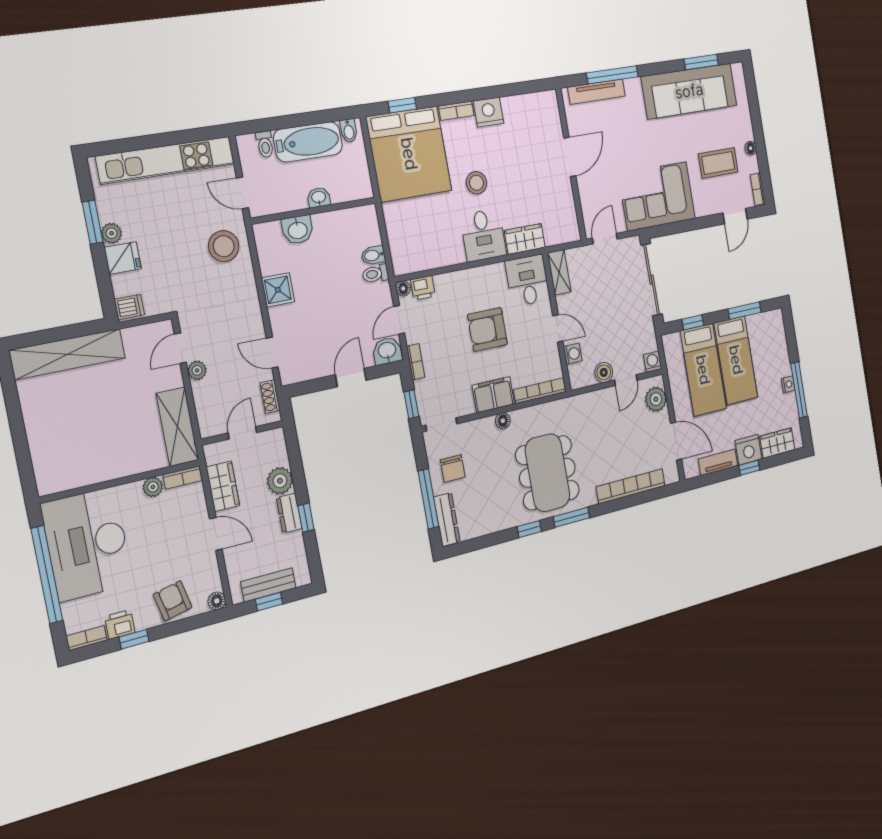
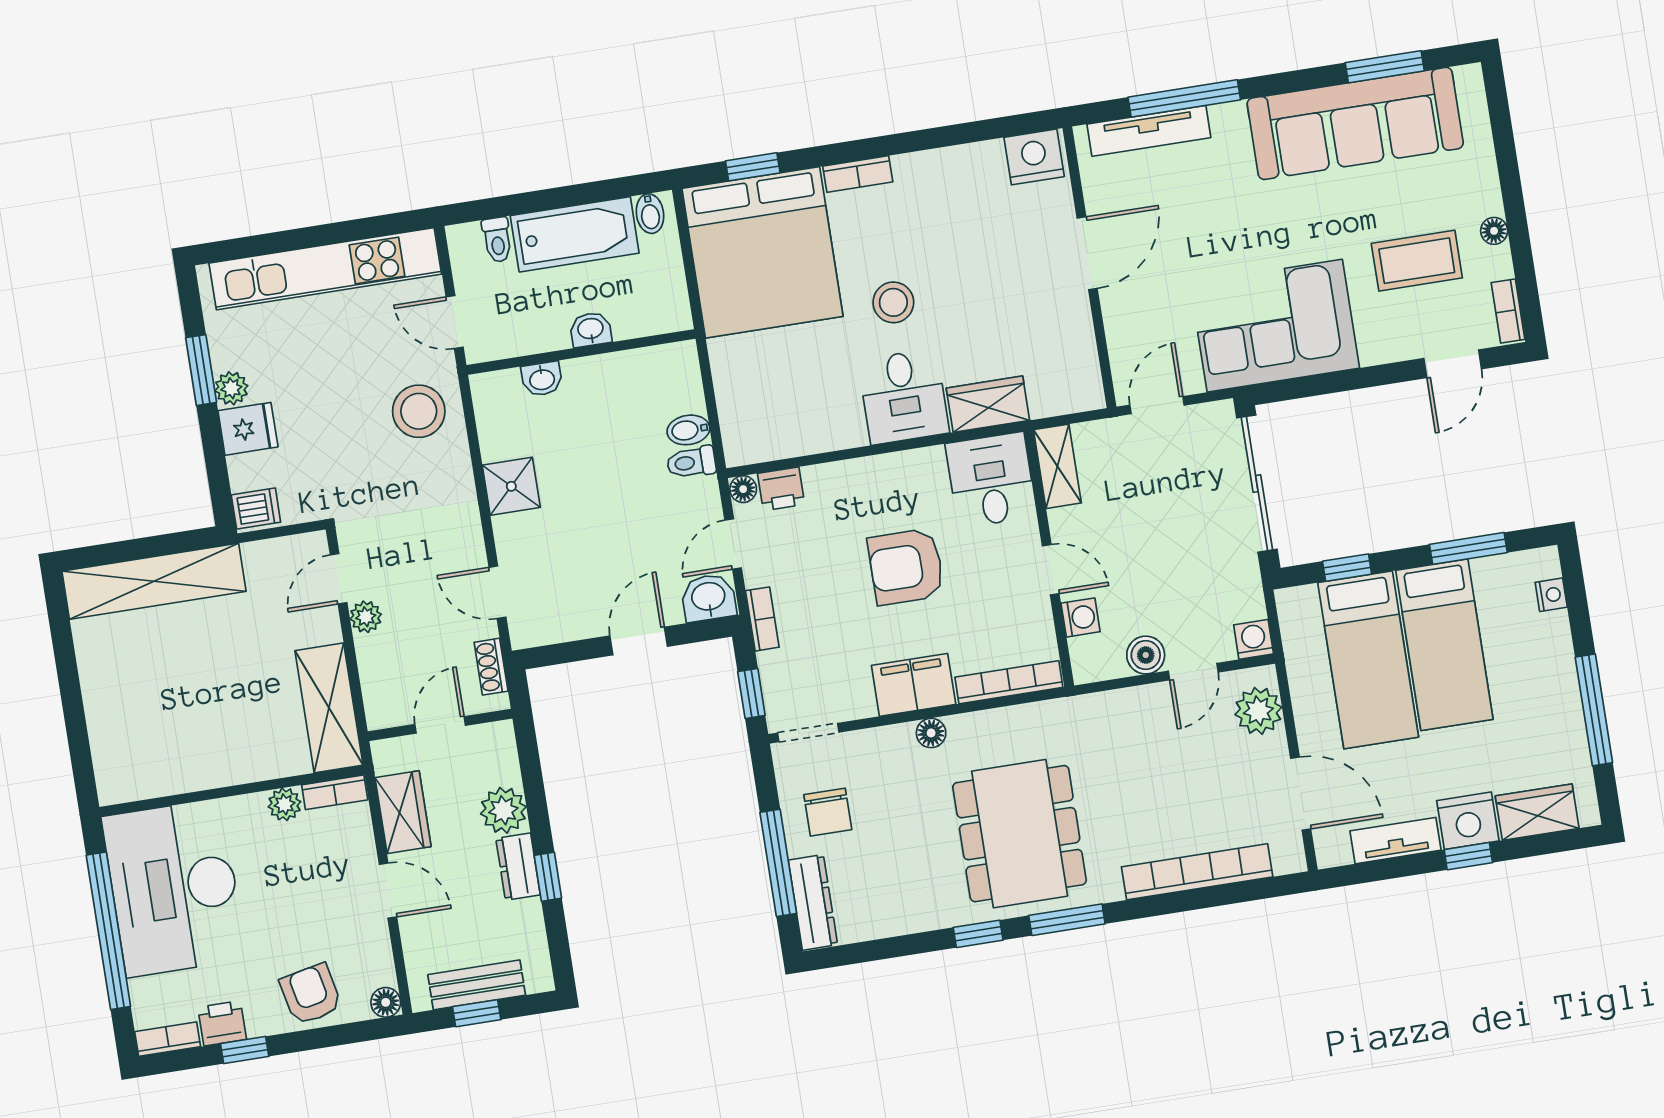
nightstand: (489, 112) -> (1034, 157), moved
washbasin: (298, 230) -> (542, 379), width x0.72, depth x0.69
nightstand: (788, 384) -> (1551, 595), moved

